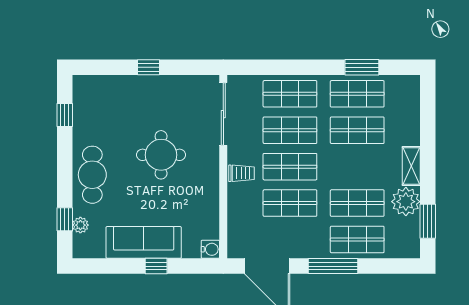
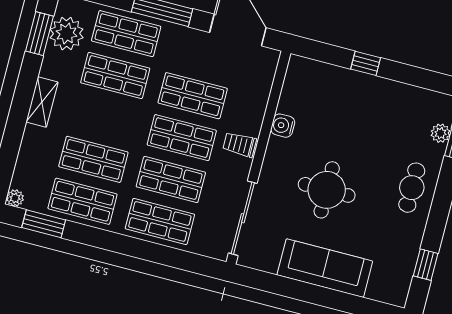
window: (149, 67) -> (315, 294), removed
window: (362, 67) -> (44, 224), moved
plant: (413, 82) -> (15, 198), added
cafe table: (92, 175) -> (412, 188), width x0.73, depth x0.74
plant: (406, 202) -> (67, 34), moved
sofa: (144, 242) -> (325, 268), moved, turned 180
water cooler: (210, 249) -> (283, 126), moved

